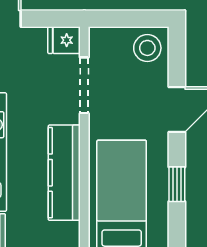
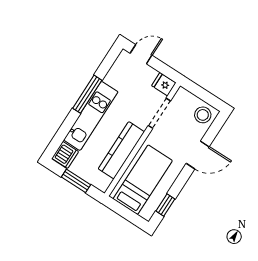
window: (177, 184) -> (165, 205), moved

